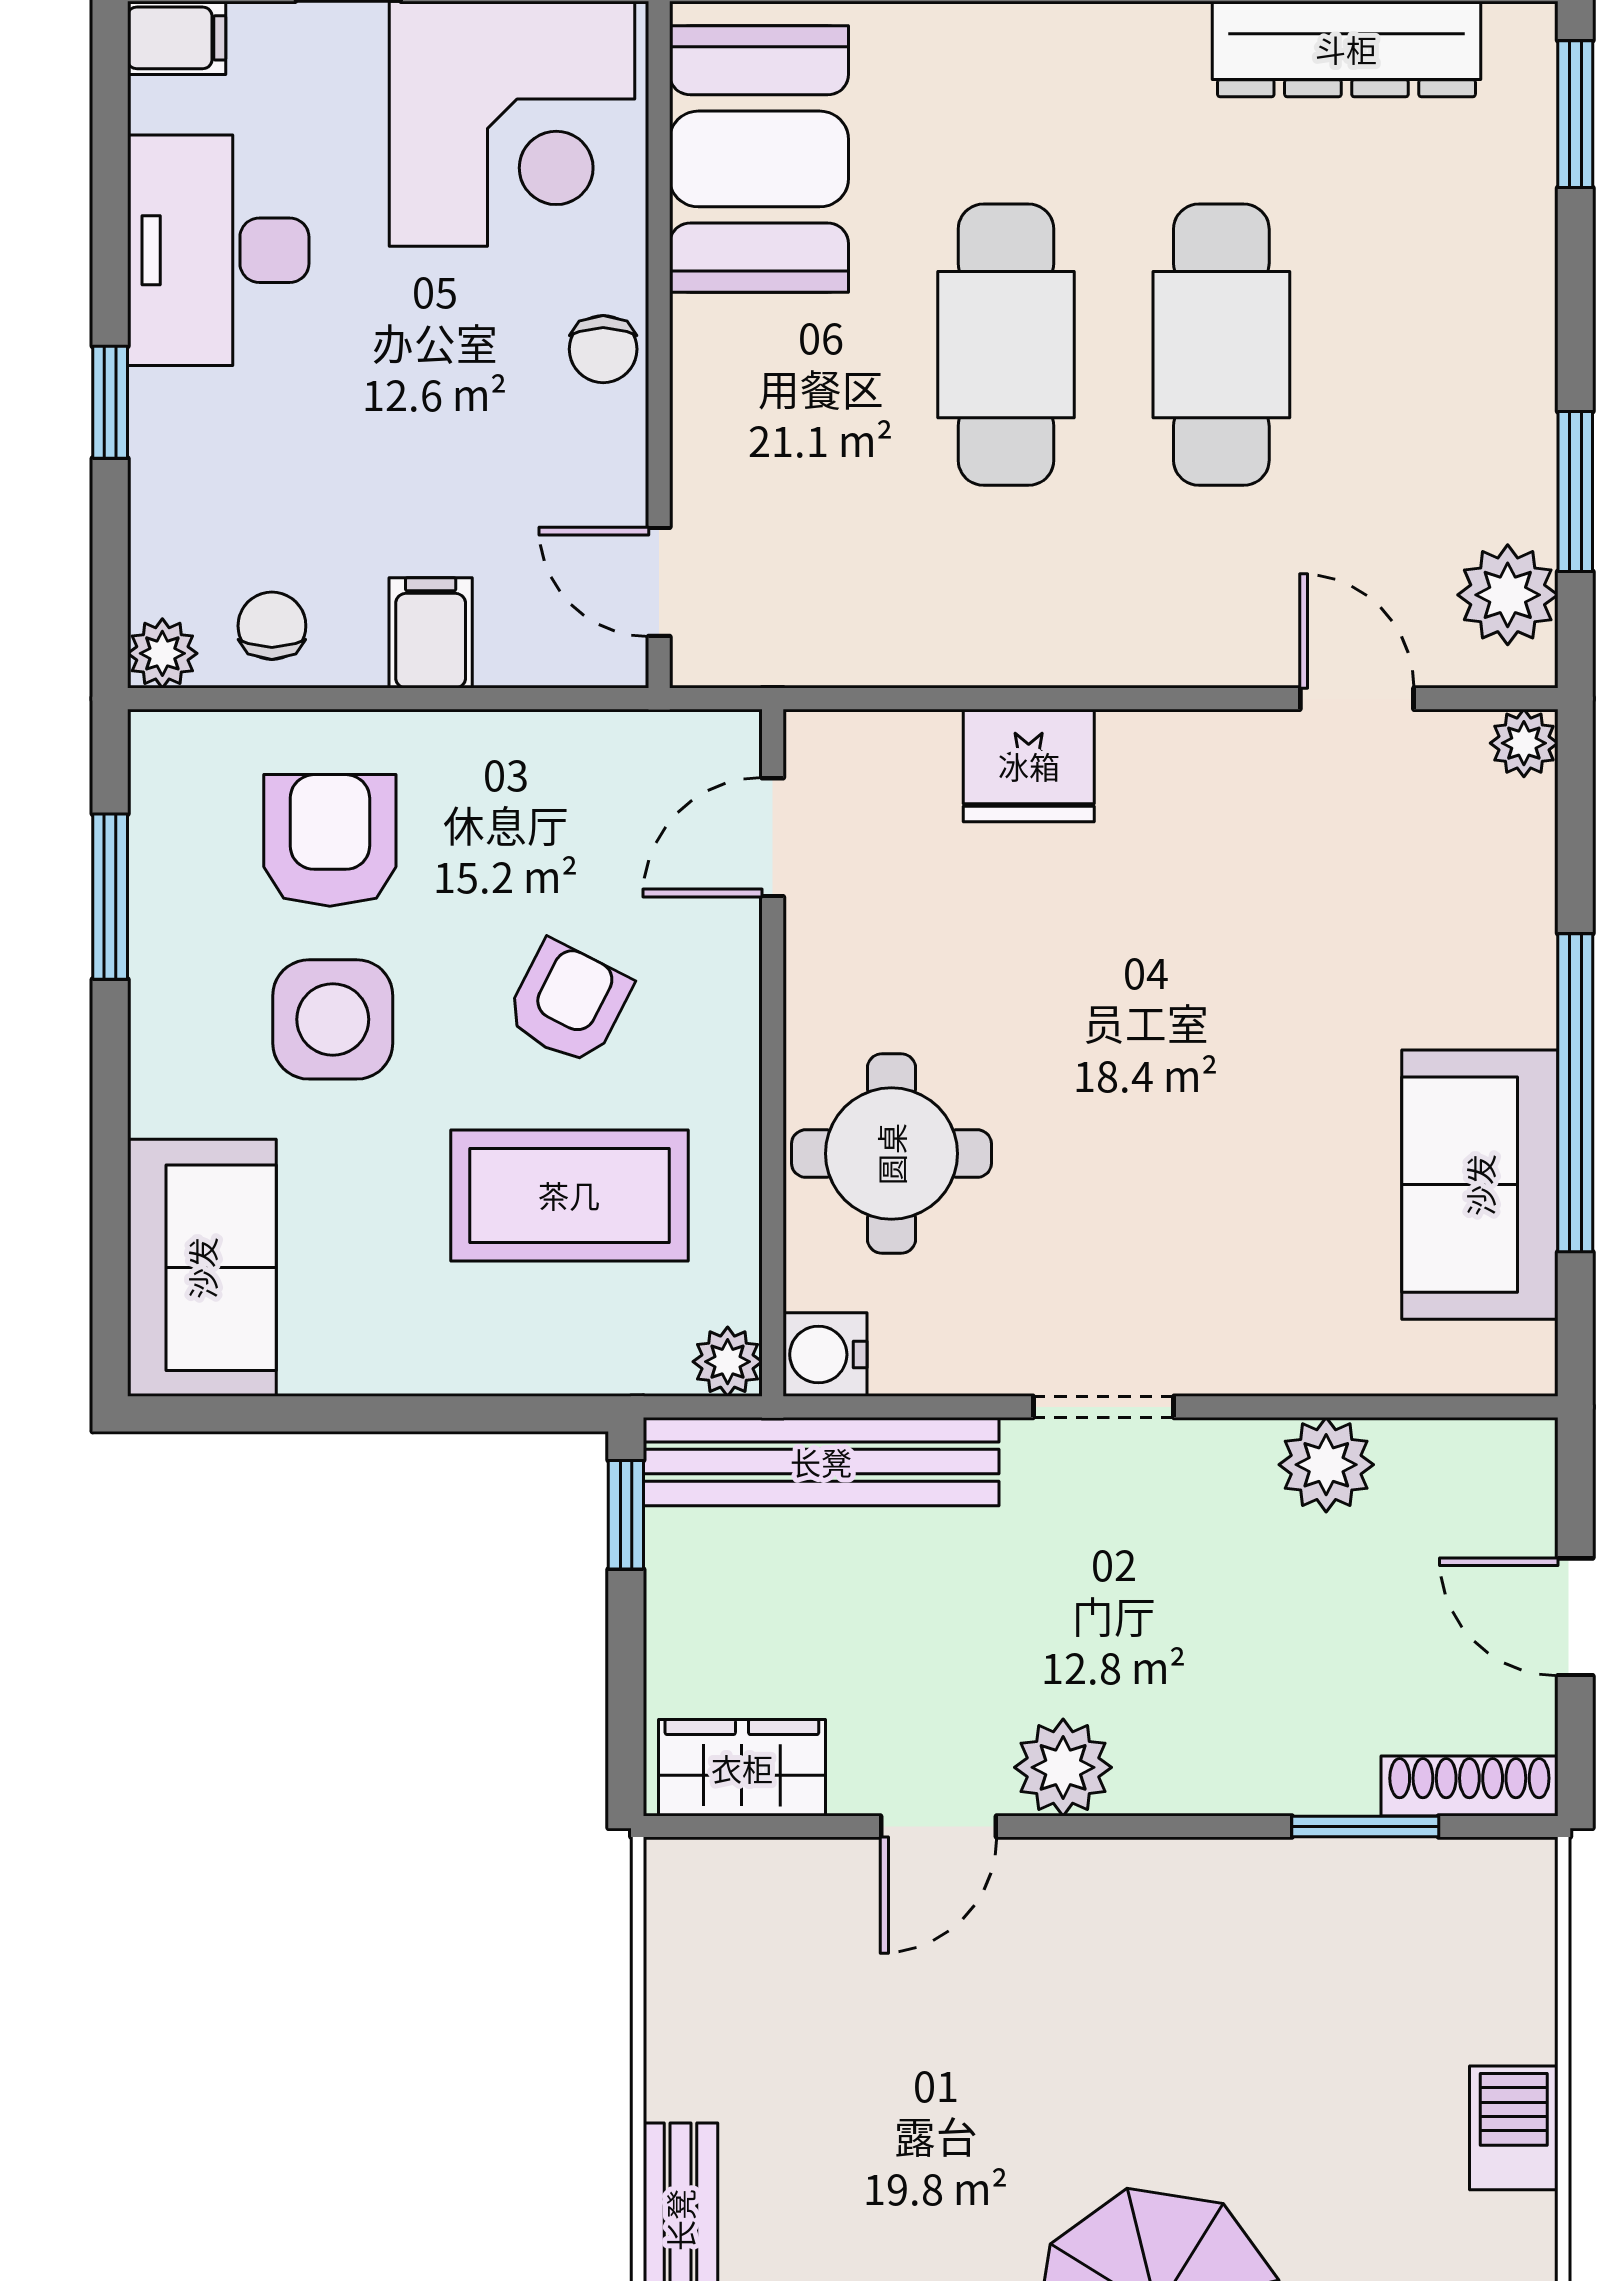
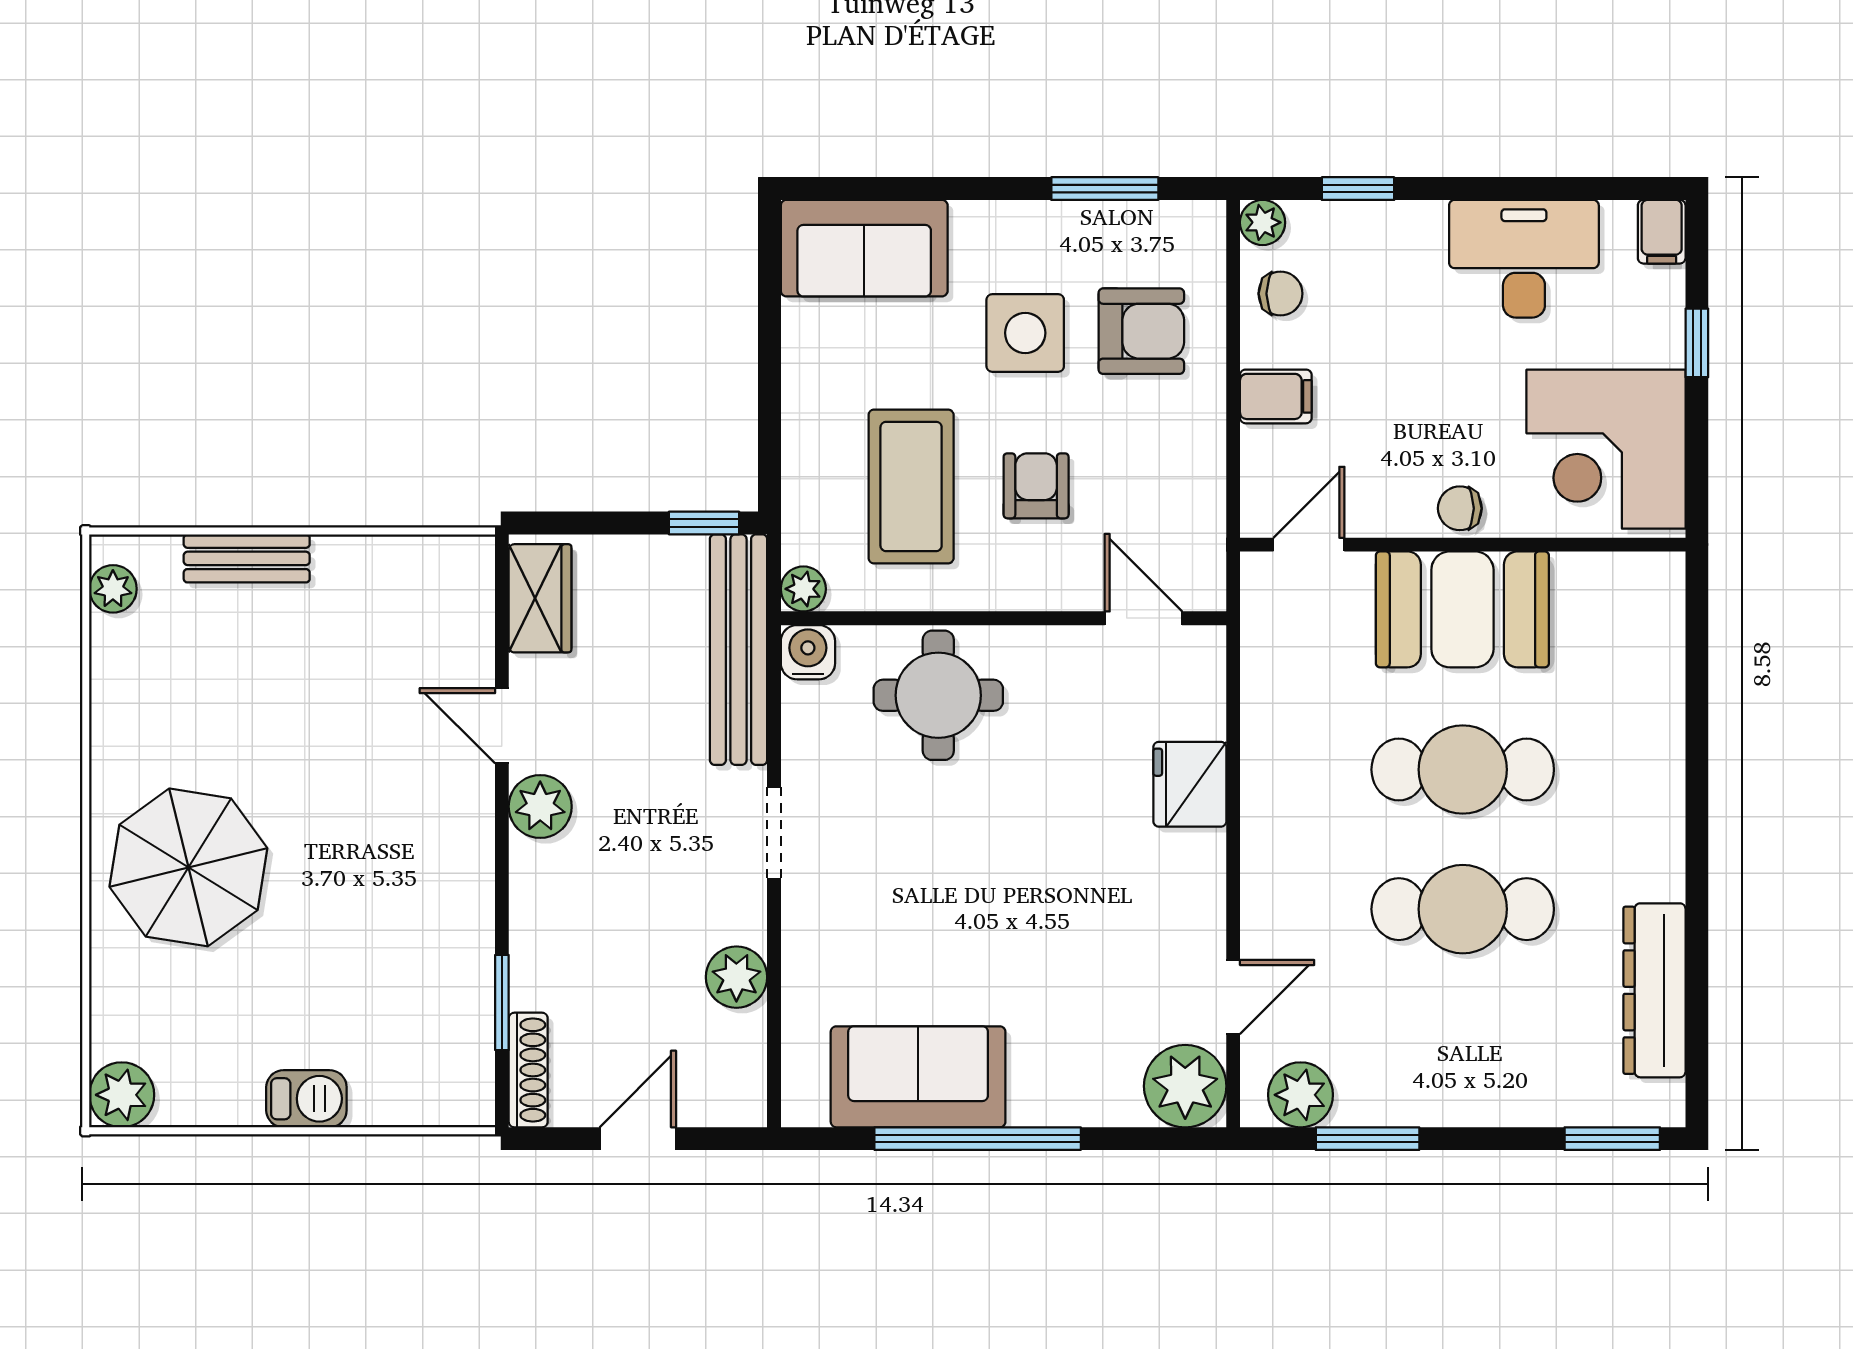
booth: (759, 159) -> (1462, 609), moved
window: (110, 402) -> (1358, 189), moved
plant: (1524, 743) -> (1185, 1086), width x1.88, depth x1.88
armchair: (568, 1003) -> (1036, 486), turned -117

